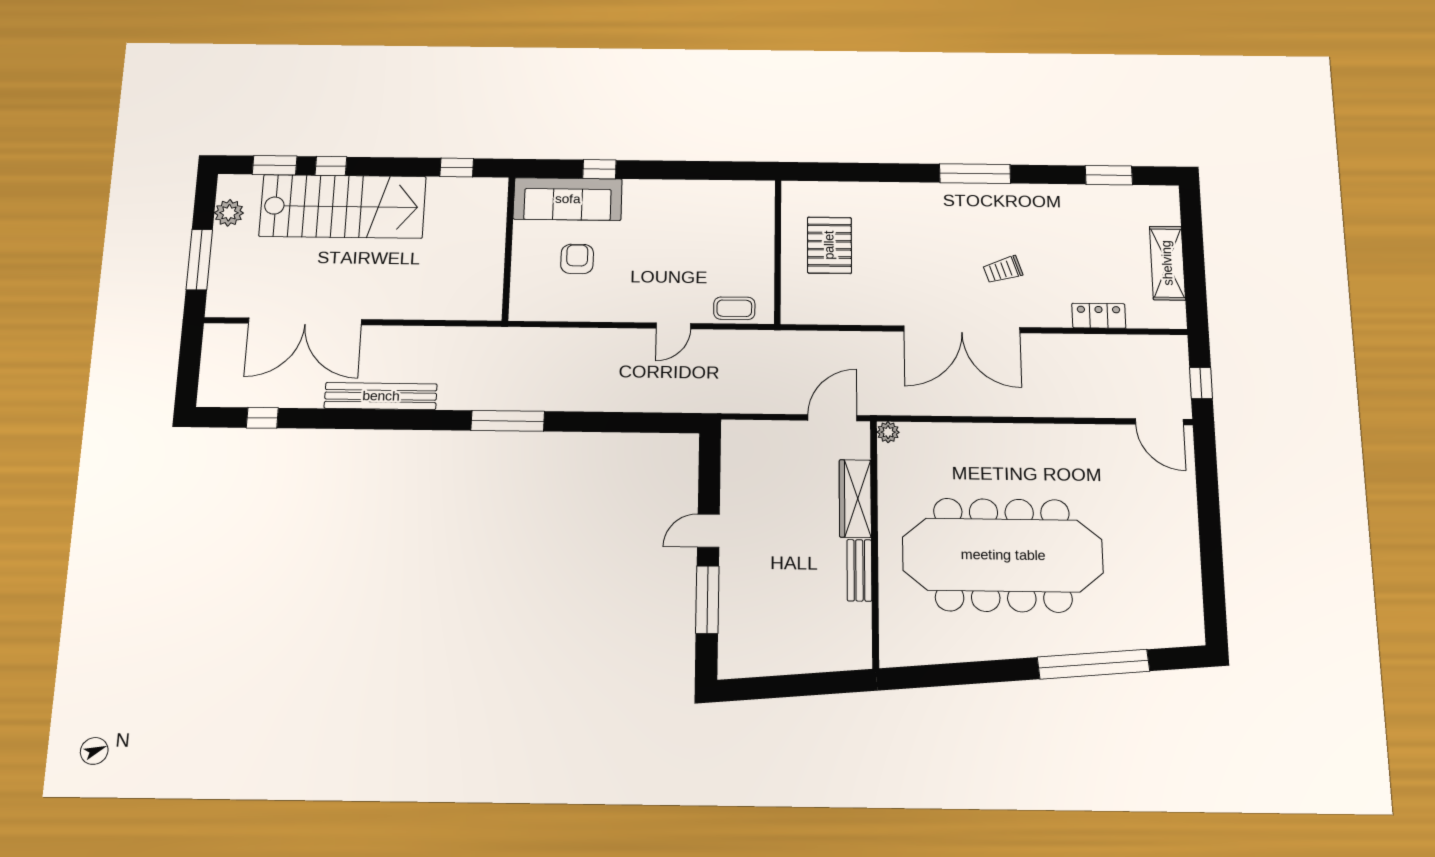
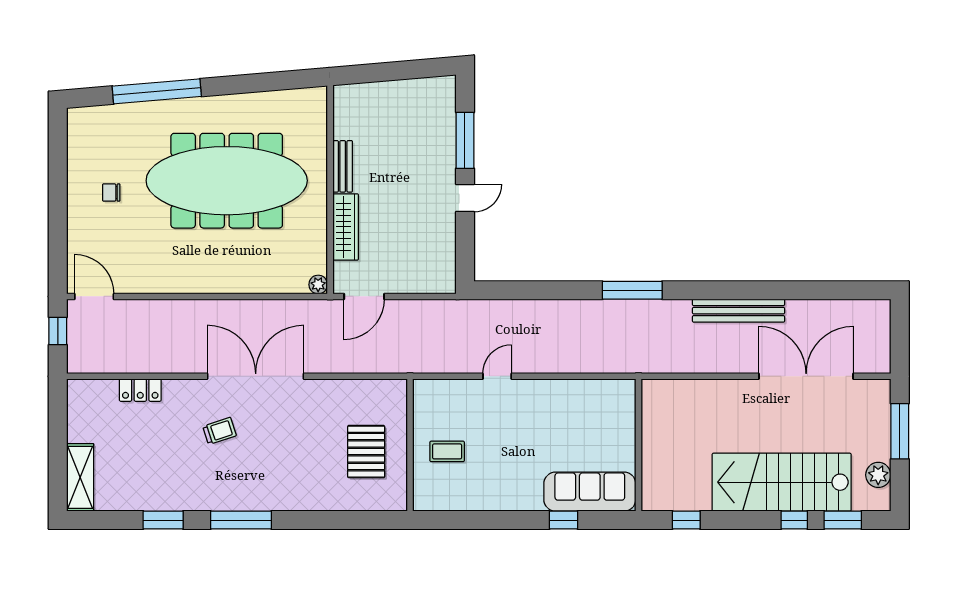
window: (1109, 175) -> (163, 520), moved
armchair: (577, 259) -> (580, 436), removed
shelving: (1167, 263) -> (80, 477), moved
coffee table: (734, 308) -> (447, 451), moved
window: (262, 418) -> (835, 290), removed
chair: (1145, 543) -> (111, 193), added

